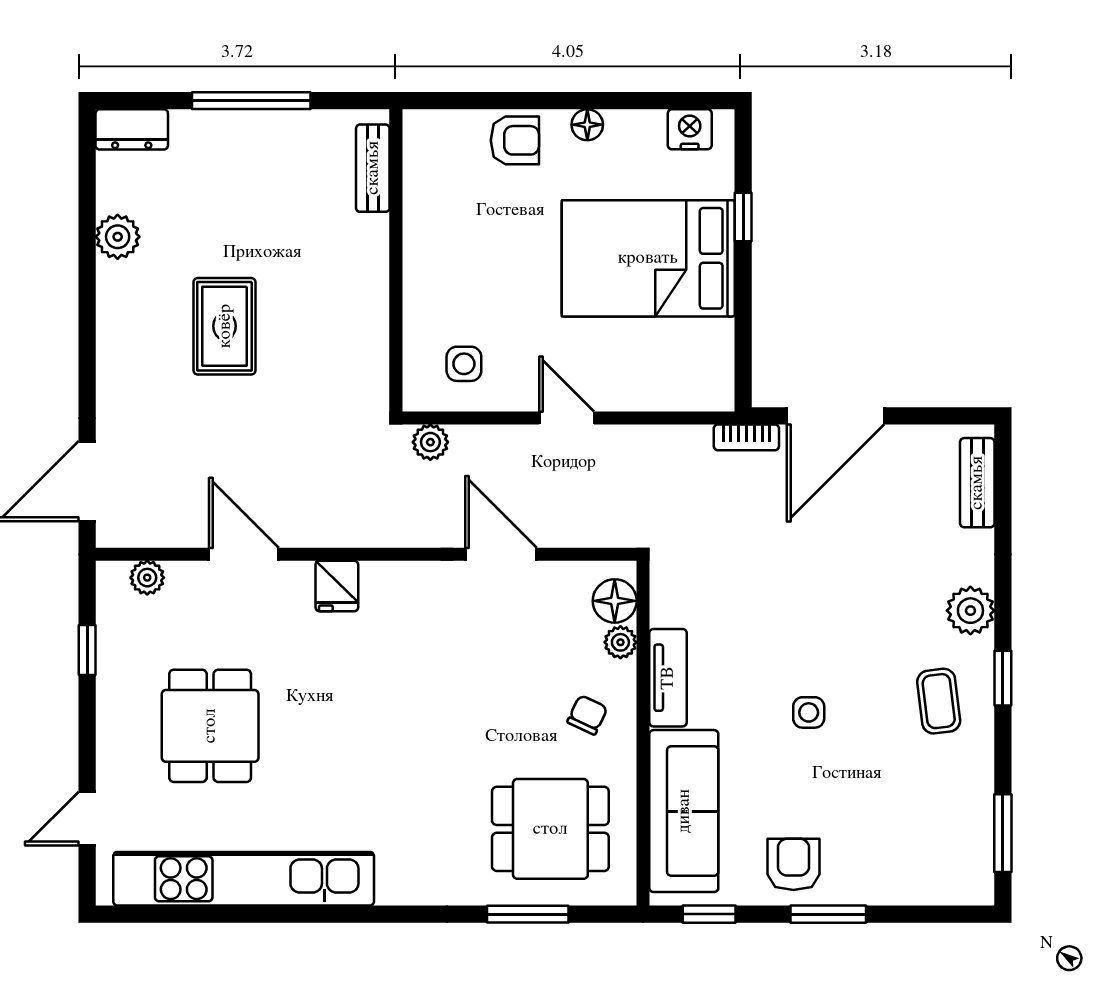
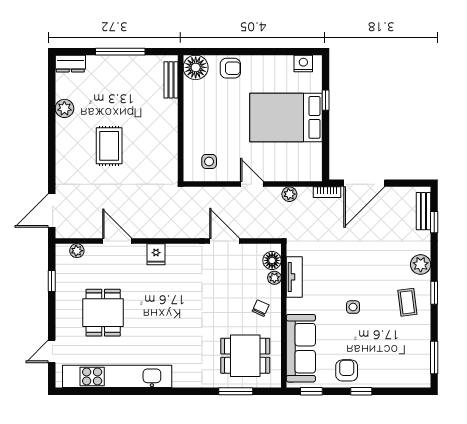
floor lamp: (587, 125) -> (196, 67), moved, width x1.89, depth x1.89
plant: (430, 442) -> (289, 194), moved
window: (1003, 509) -> (434, 222), added
tv unit: (668, 678) -> (294, 277), moved
window: (828, 914) -> (361, 391), width x0.67

